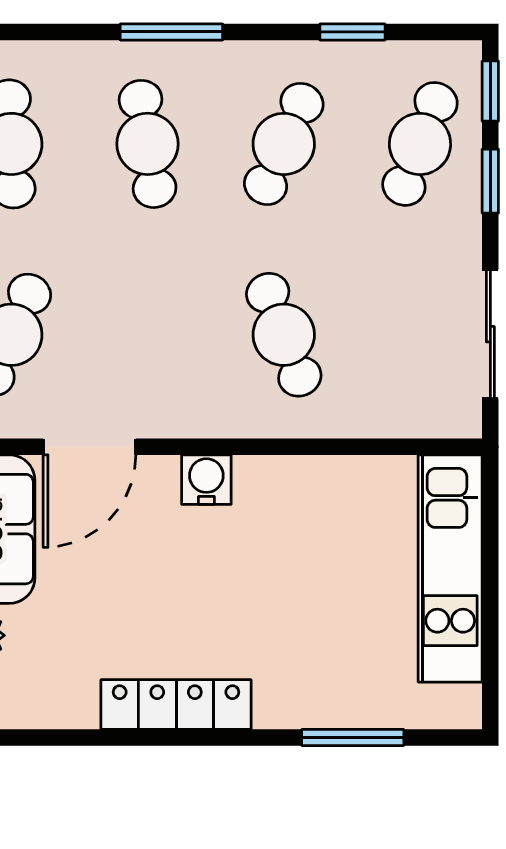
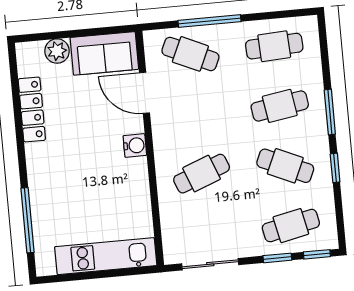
window: (352, 32) -> (335, 168), moved
cafe table: (420, 144) -> (291, 226), turned -33
locker: (176, 705) -> (32, 109), moved
window: (353, 738) -> (27, 220), width x1.44

